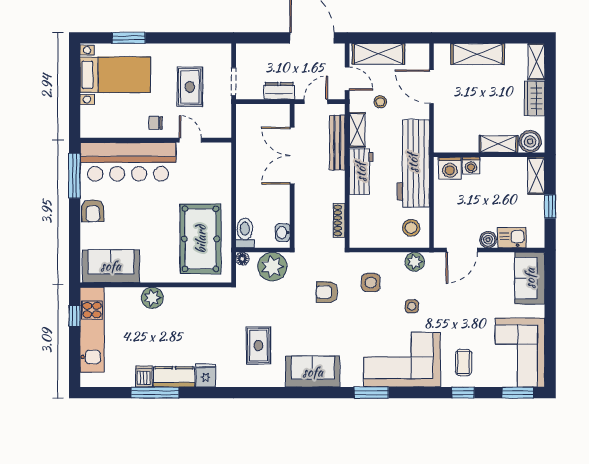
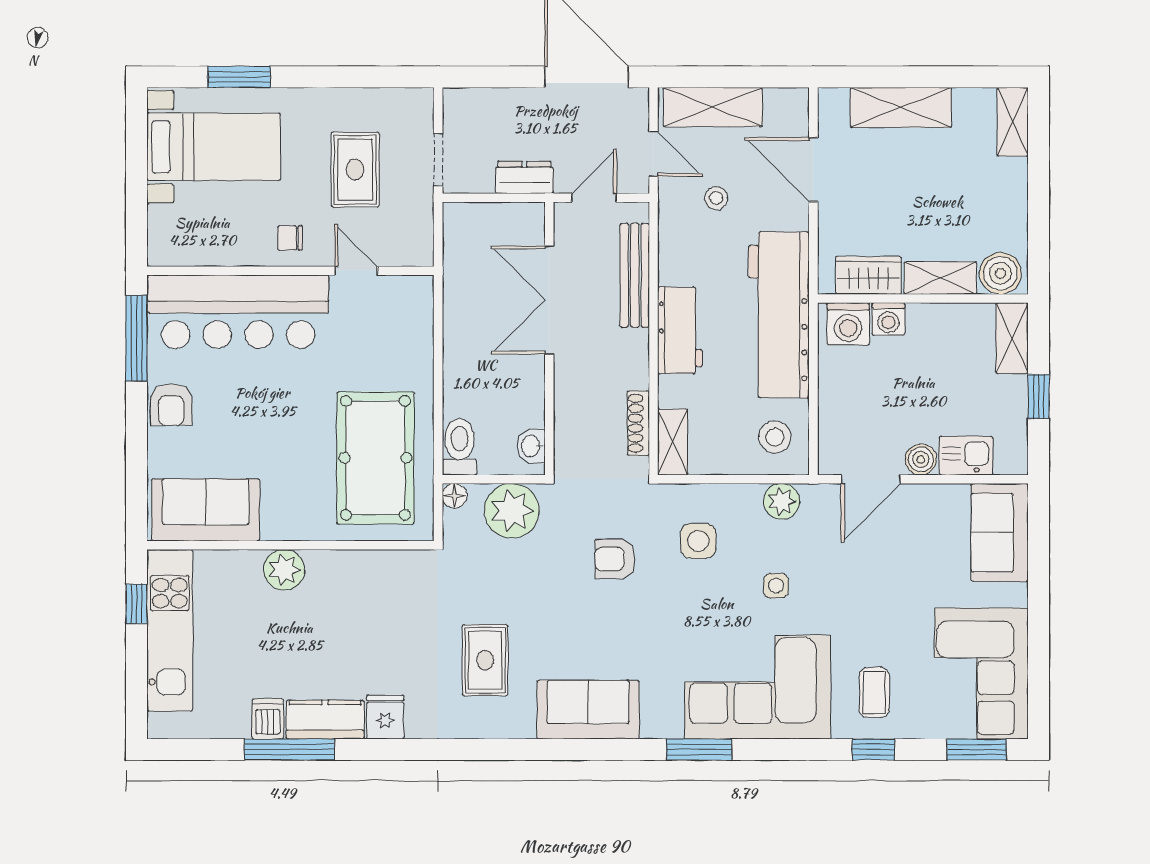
wardrobe: (535, 99) -> (869, 275), moved, turned 90
shelving: (357, 130) -> (673, 442), moved

